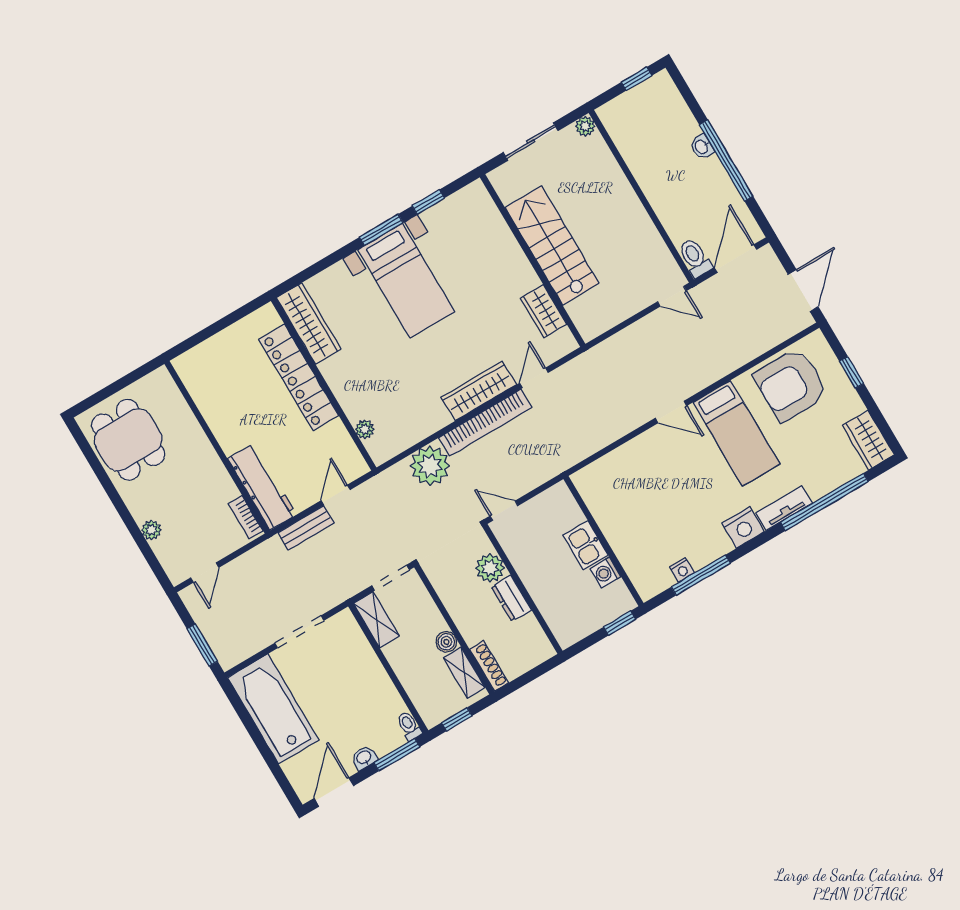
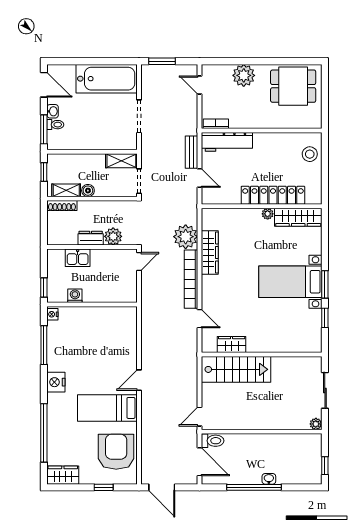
stairs: (552, 245) -> (236, 369), moved
stool: (210, 360) -> (310, 154), added
wardrobe: (479, 391) -> (210, 252), moved
plant: (365, 429) -> (268, 214), moved
tv unit: (784, 508) -> (53, 410), removed
plant: (151, 530) -> (244, 75), width x1.88, depth x1.88
kitchen sink: (586, 545) -> (78, 258), moved, turned 180
nightstand: (682, 570) -> (52, 314), moved
toilet: (409, 726) -> (55, 125), moved

